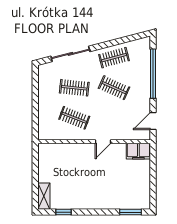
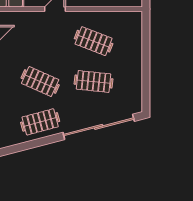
sliding door: (70, 54) -> (99, 127), width x1.36

